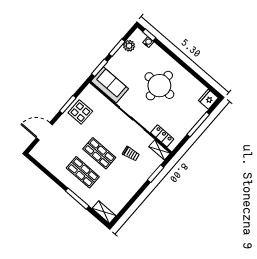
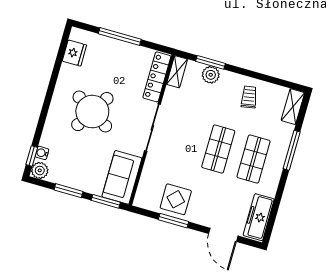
plant: (129, 46) -> (40, 170), moved
round table: (159, 86) -> (92, 112), turned 32
fridge: (208, 99) -> (74, 53), moved, turned -90
locker: (162, 136) -> (157, 77), width x1.53
trolley: (131, 154) -> (249, 97), moved
freezer: (45, 159) -> (259, 217), added
plant: (148, 170) -> (211, 75), added

